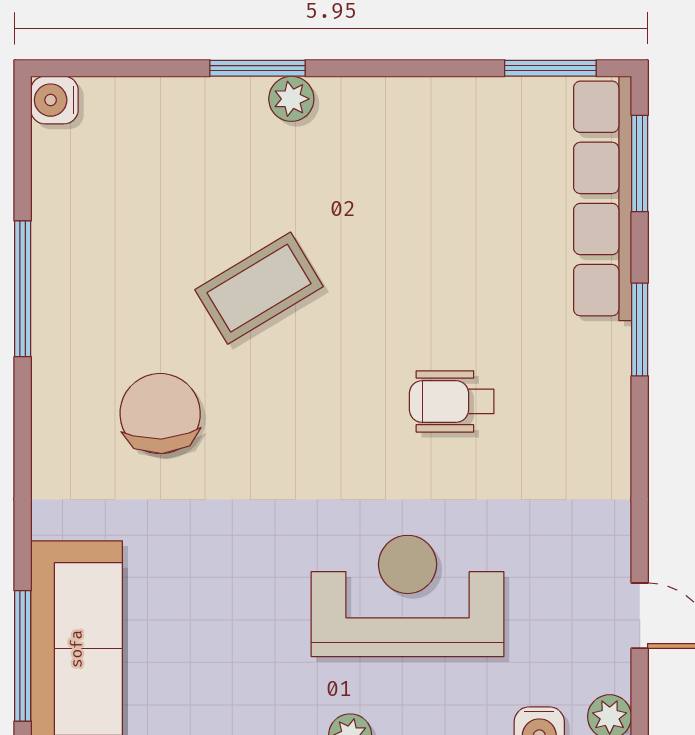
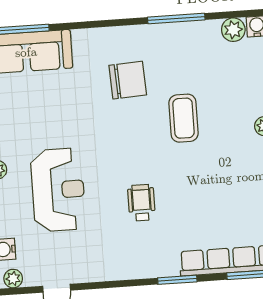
plant: (59, 156) -> (233, 30), added
coffee table: (259, 288) -> (183, 118), turned 31

